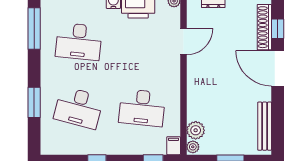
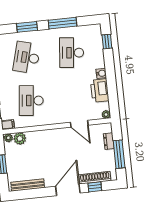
window: (34, 28) -> (63, 23), moved

